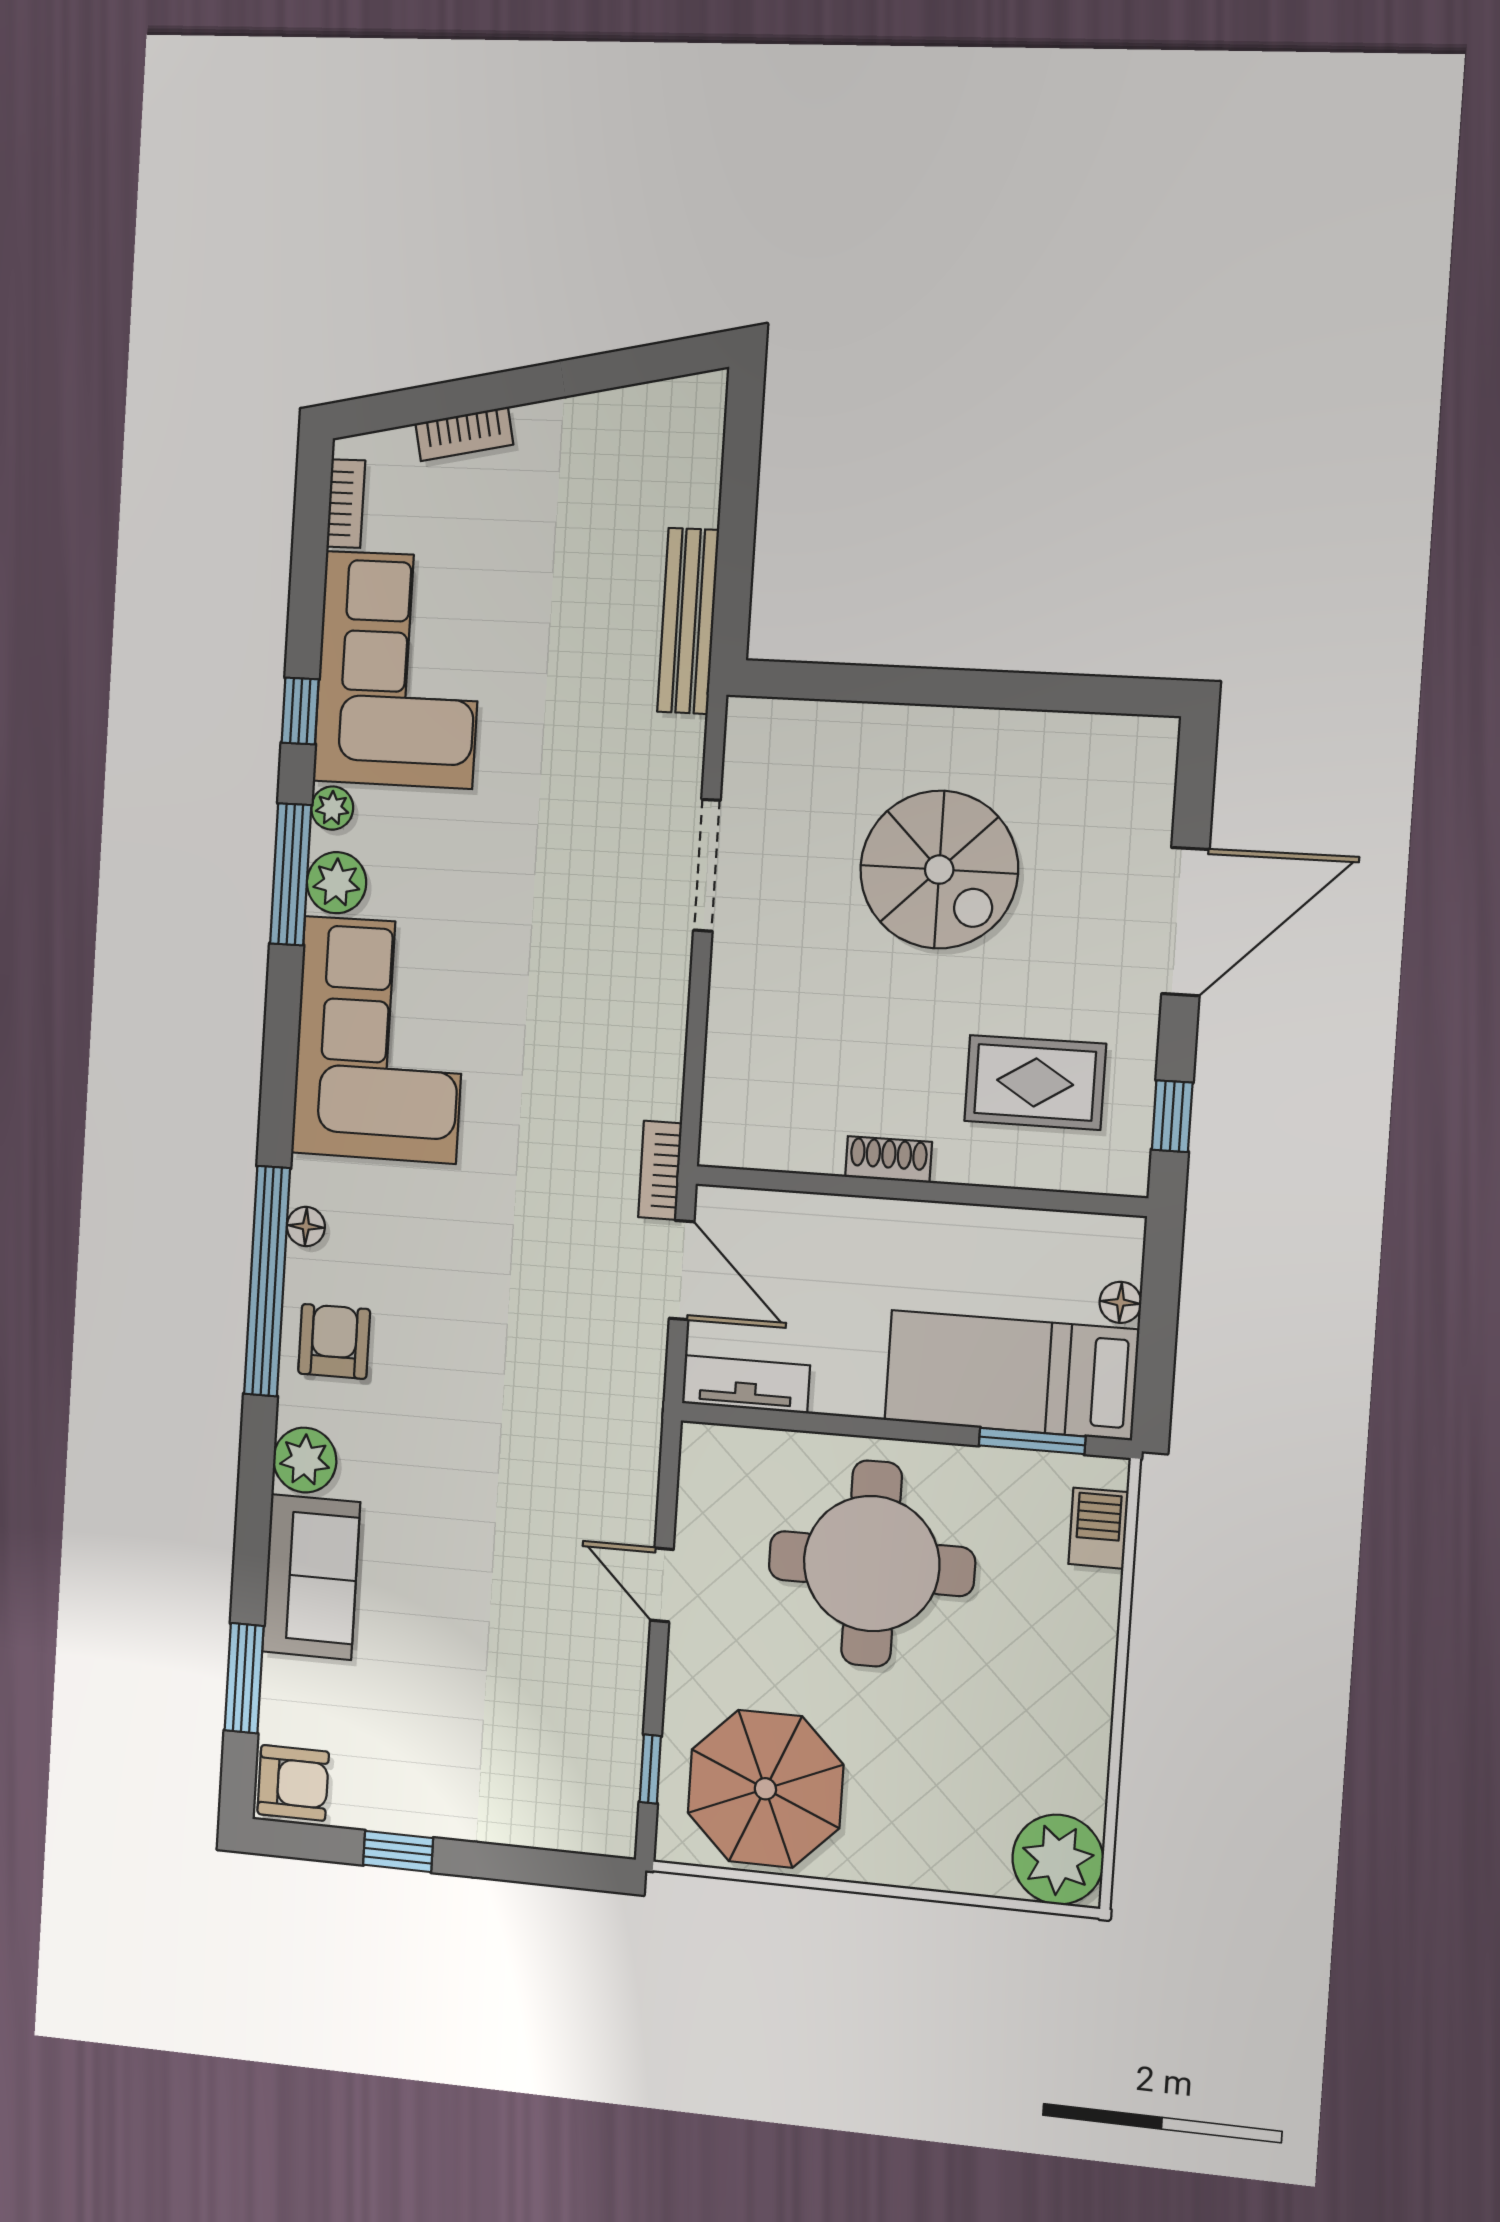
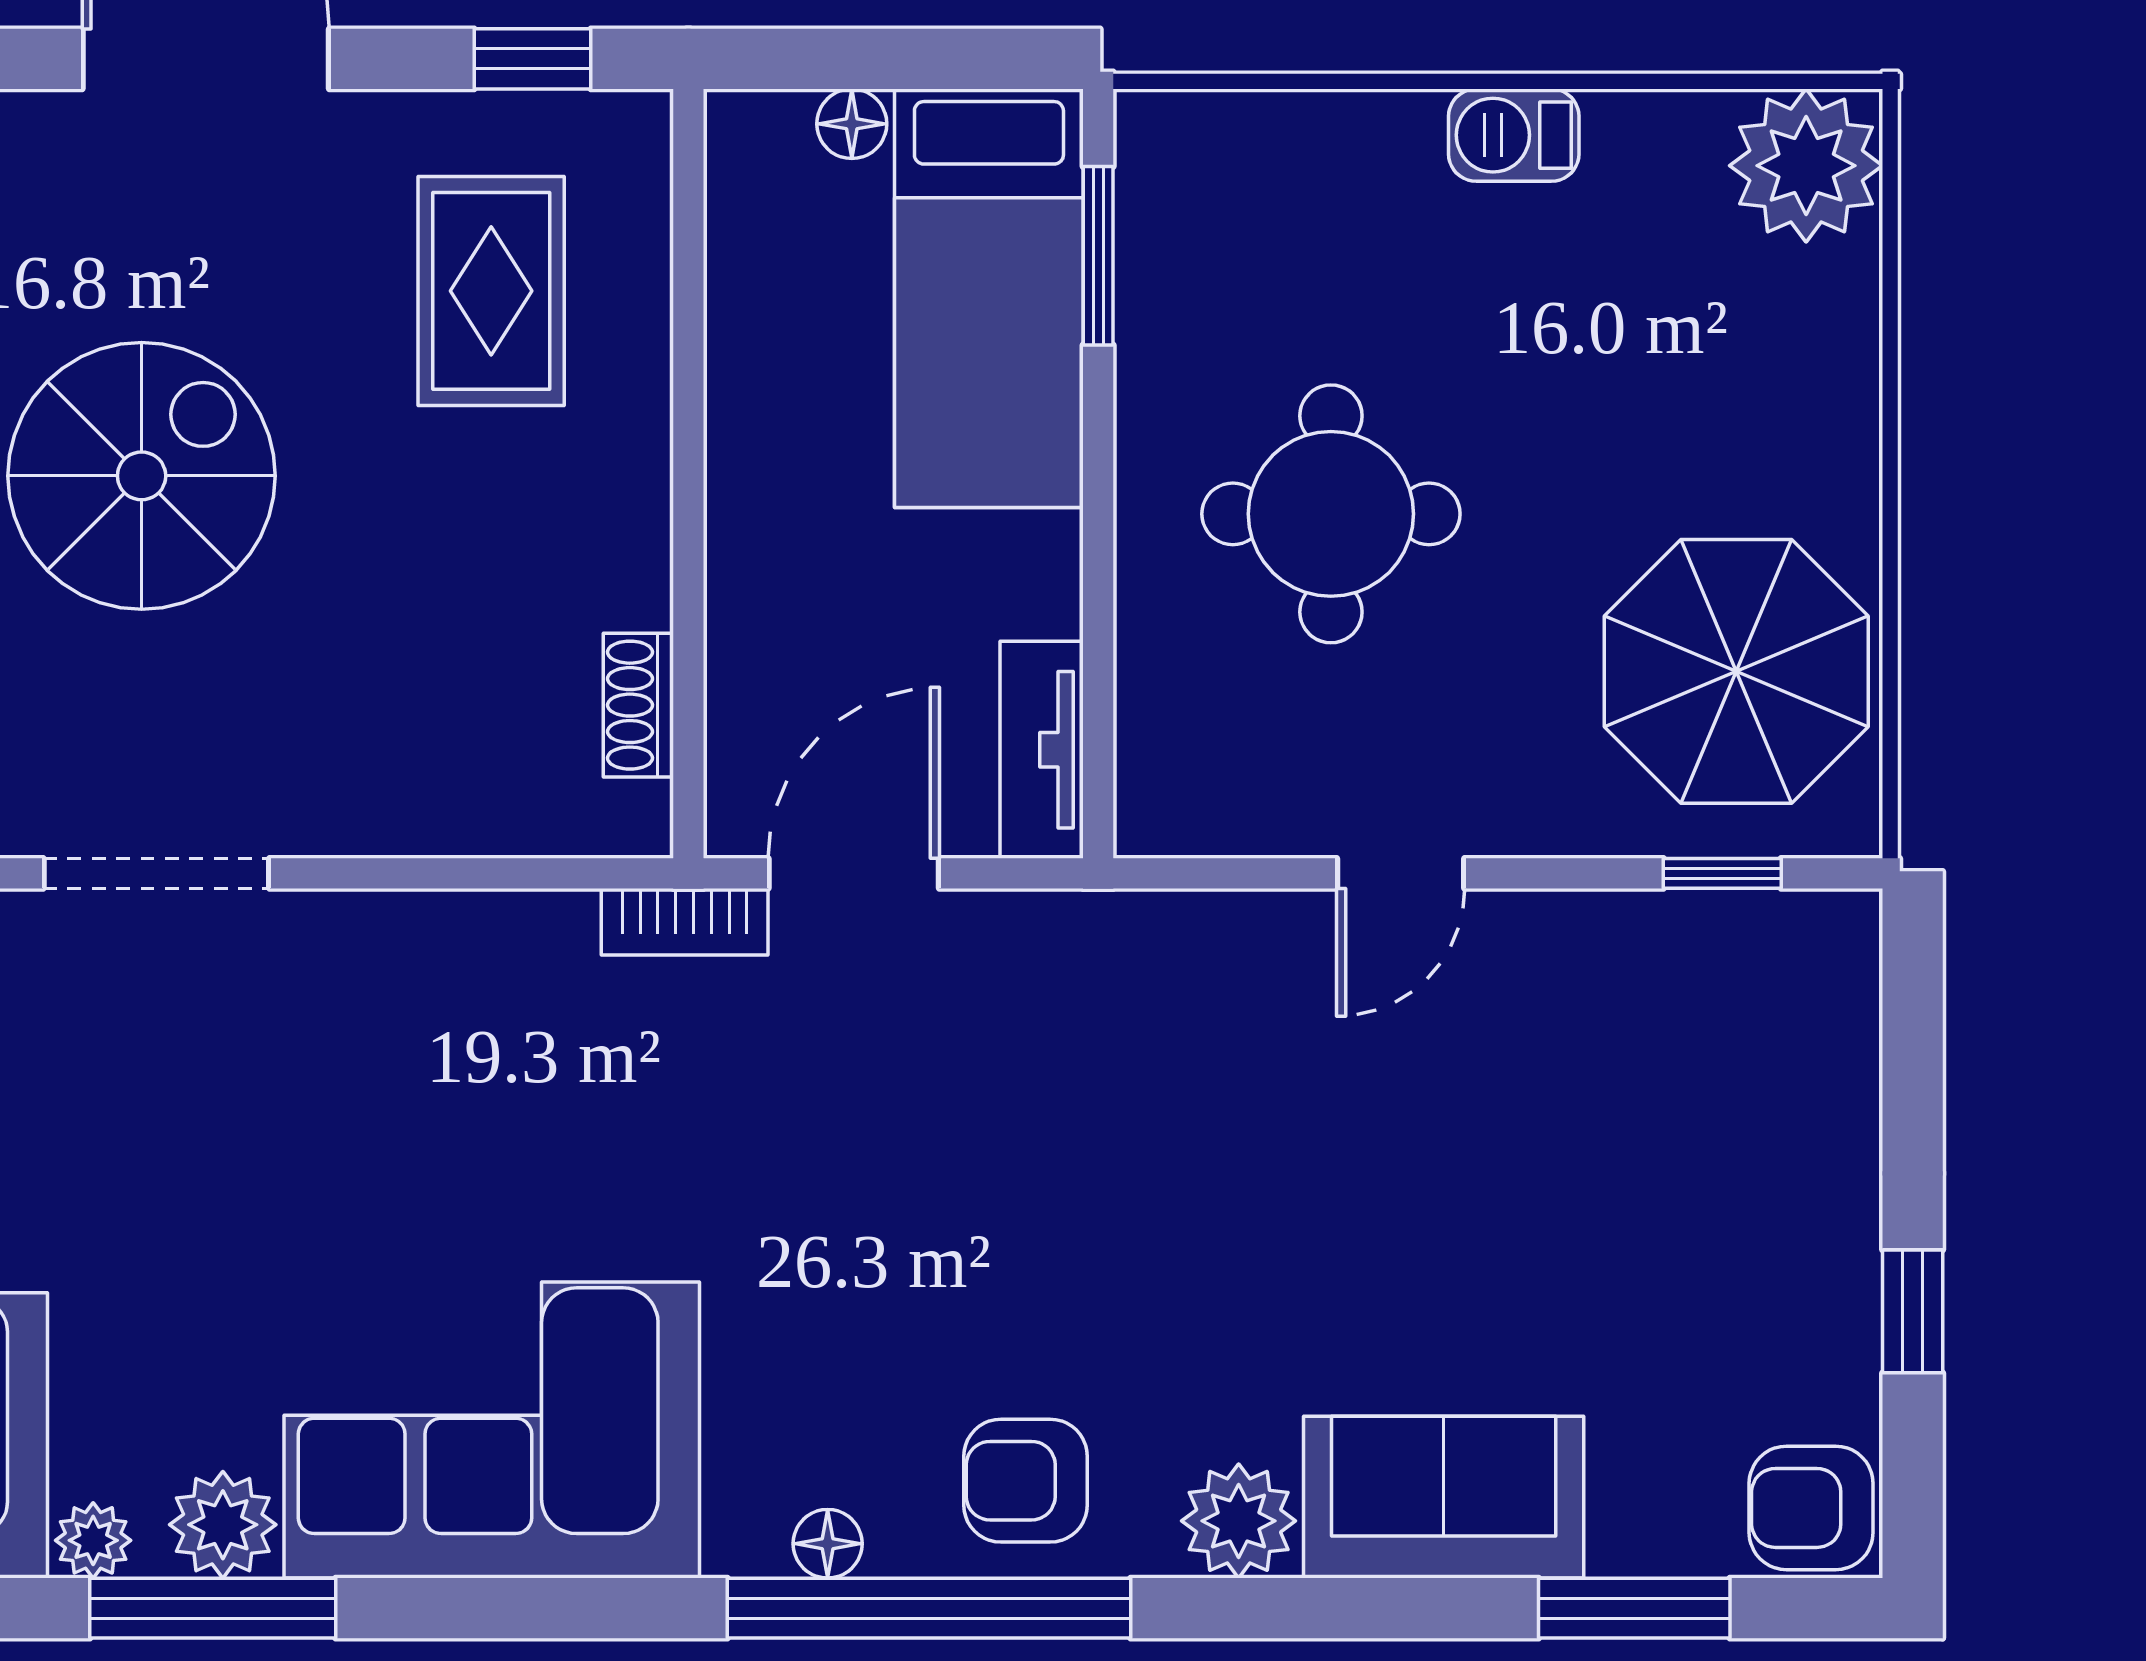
shoe rack: (889, 1159) -> (638, 705), moved
barbecue: (1098, 1528) -> (1514, 135), moved
round table: (872, 1564) -> (1331, 514), width x0.73, depth x0.73
armchair: (293, 1783) -> (1811, 1508), turned -90

